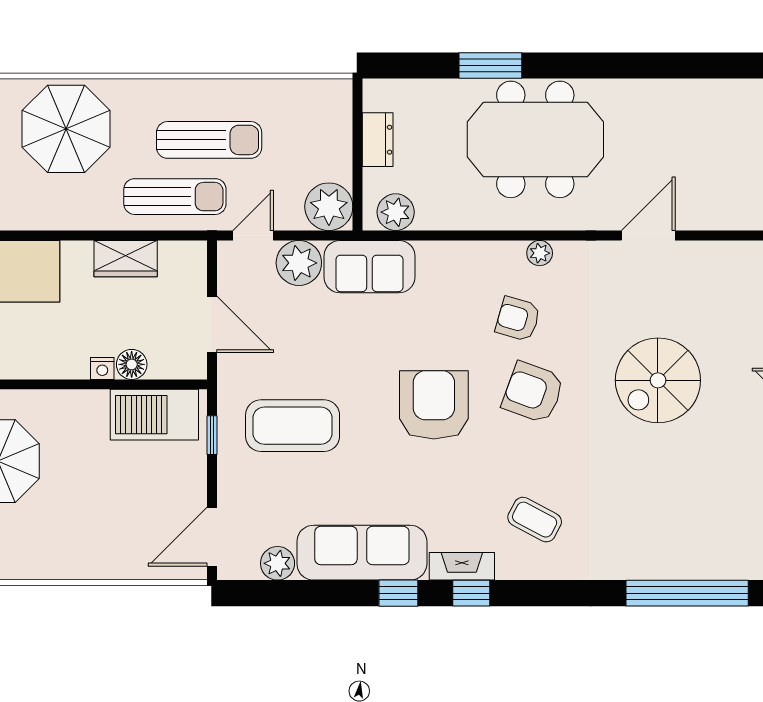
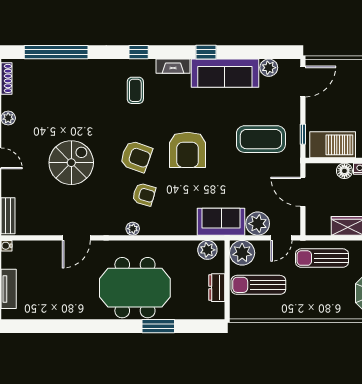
sun lounger: (209, 140) -> (258, 285), moved
coffee table: (535, 520) -> (135, 90), turned 62
window: (471, 593) -> (139, 52), moved

